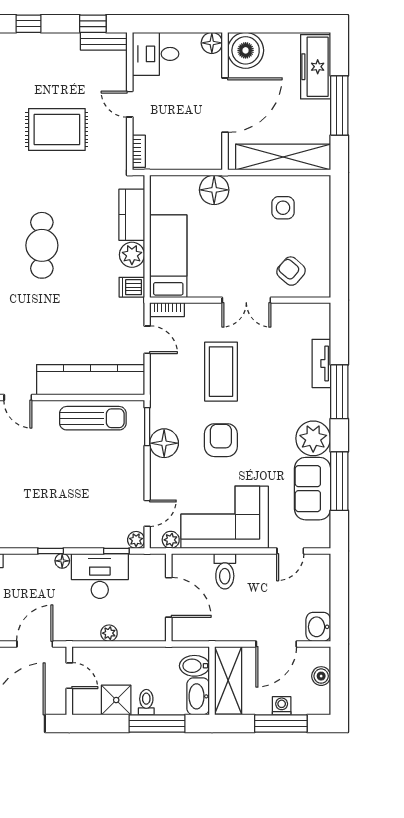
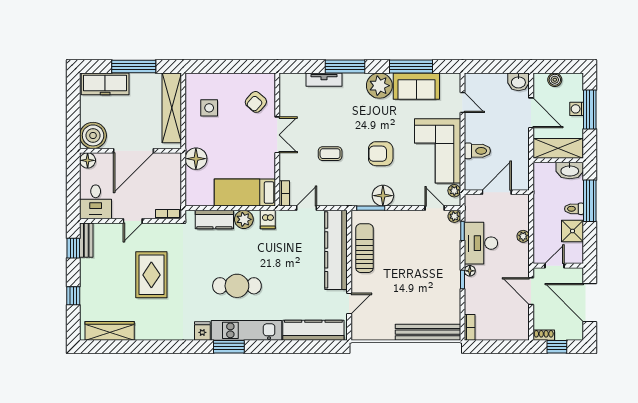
door: (225, 105) -> (133, 151), swing flipped
coffee table: (221, 372) -> (330, 154), width x0.54, depth x0.58
bidet: (194, 666) -> (547, 173), removed

